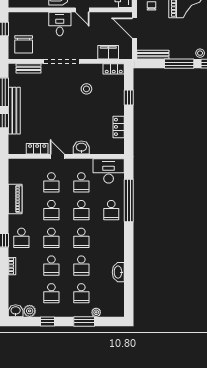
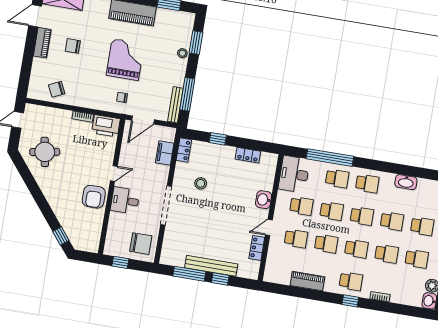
window: (179, 64) -> (187, 94), moved
bench: (28, 68) -> (168, 243), removed
school desk: (111, 238) -> (367, 183), added

